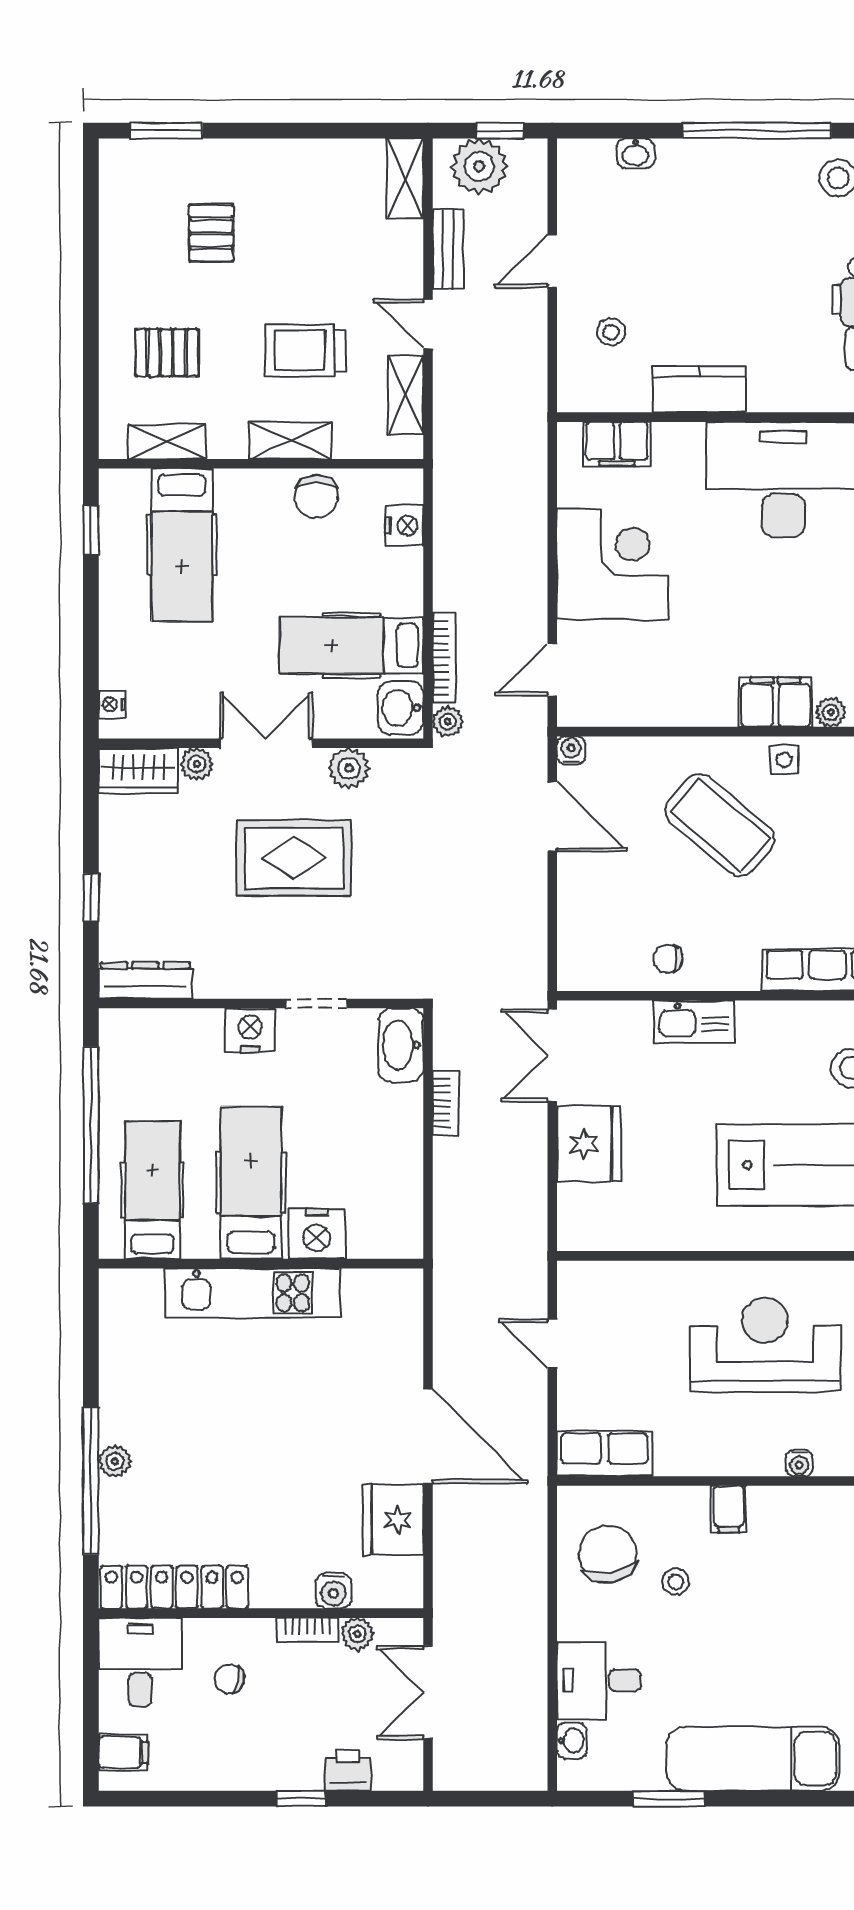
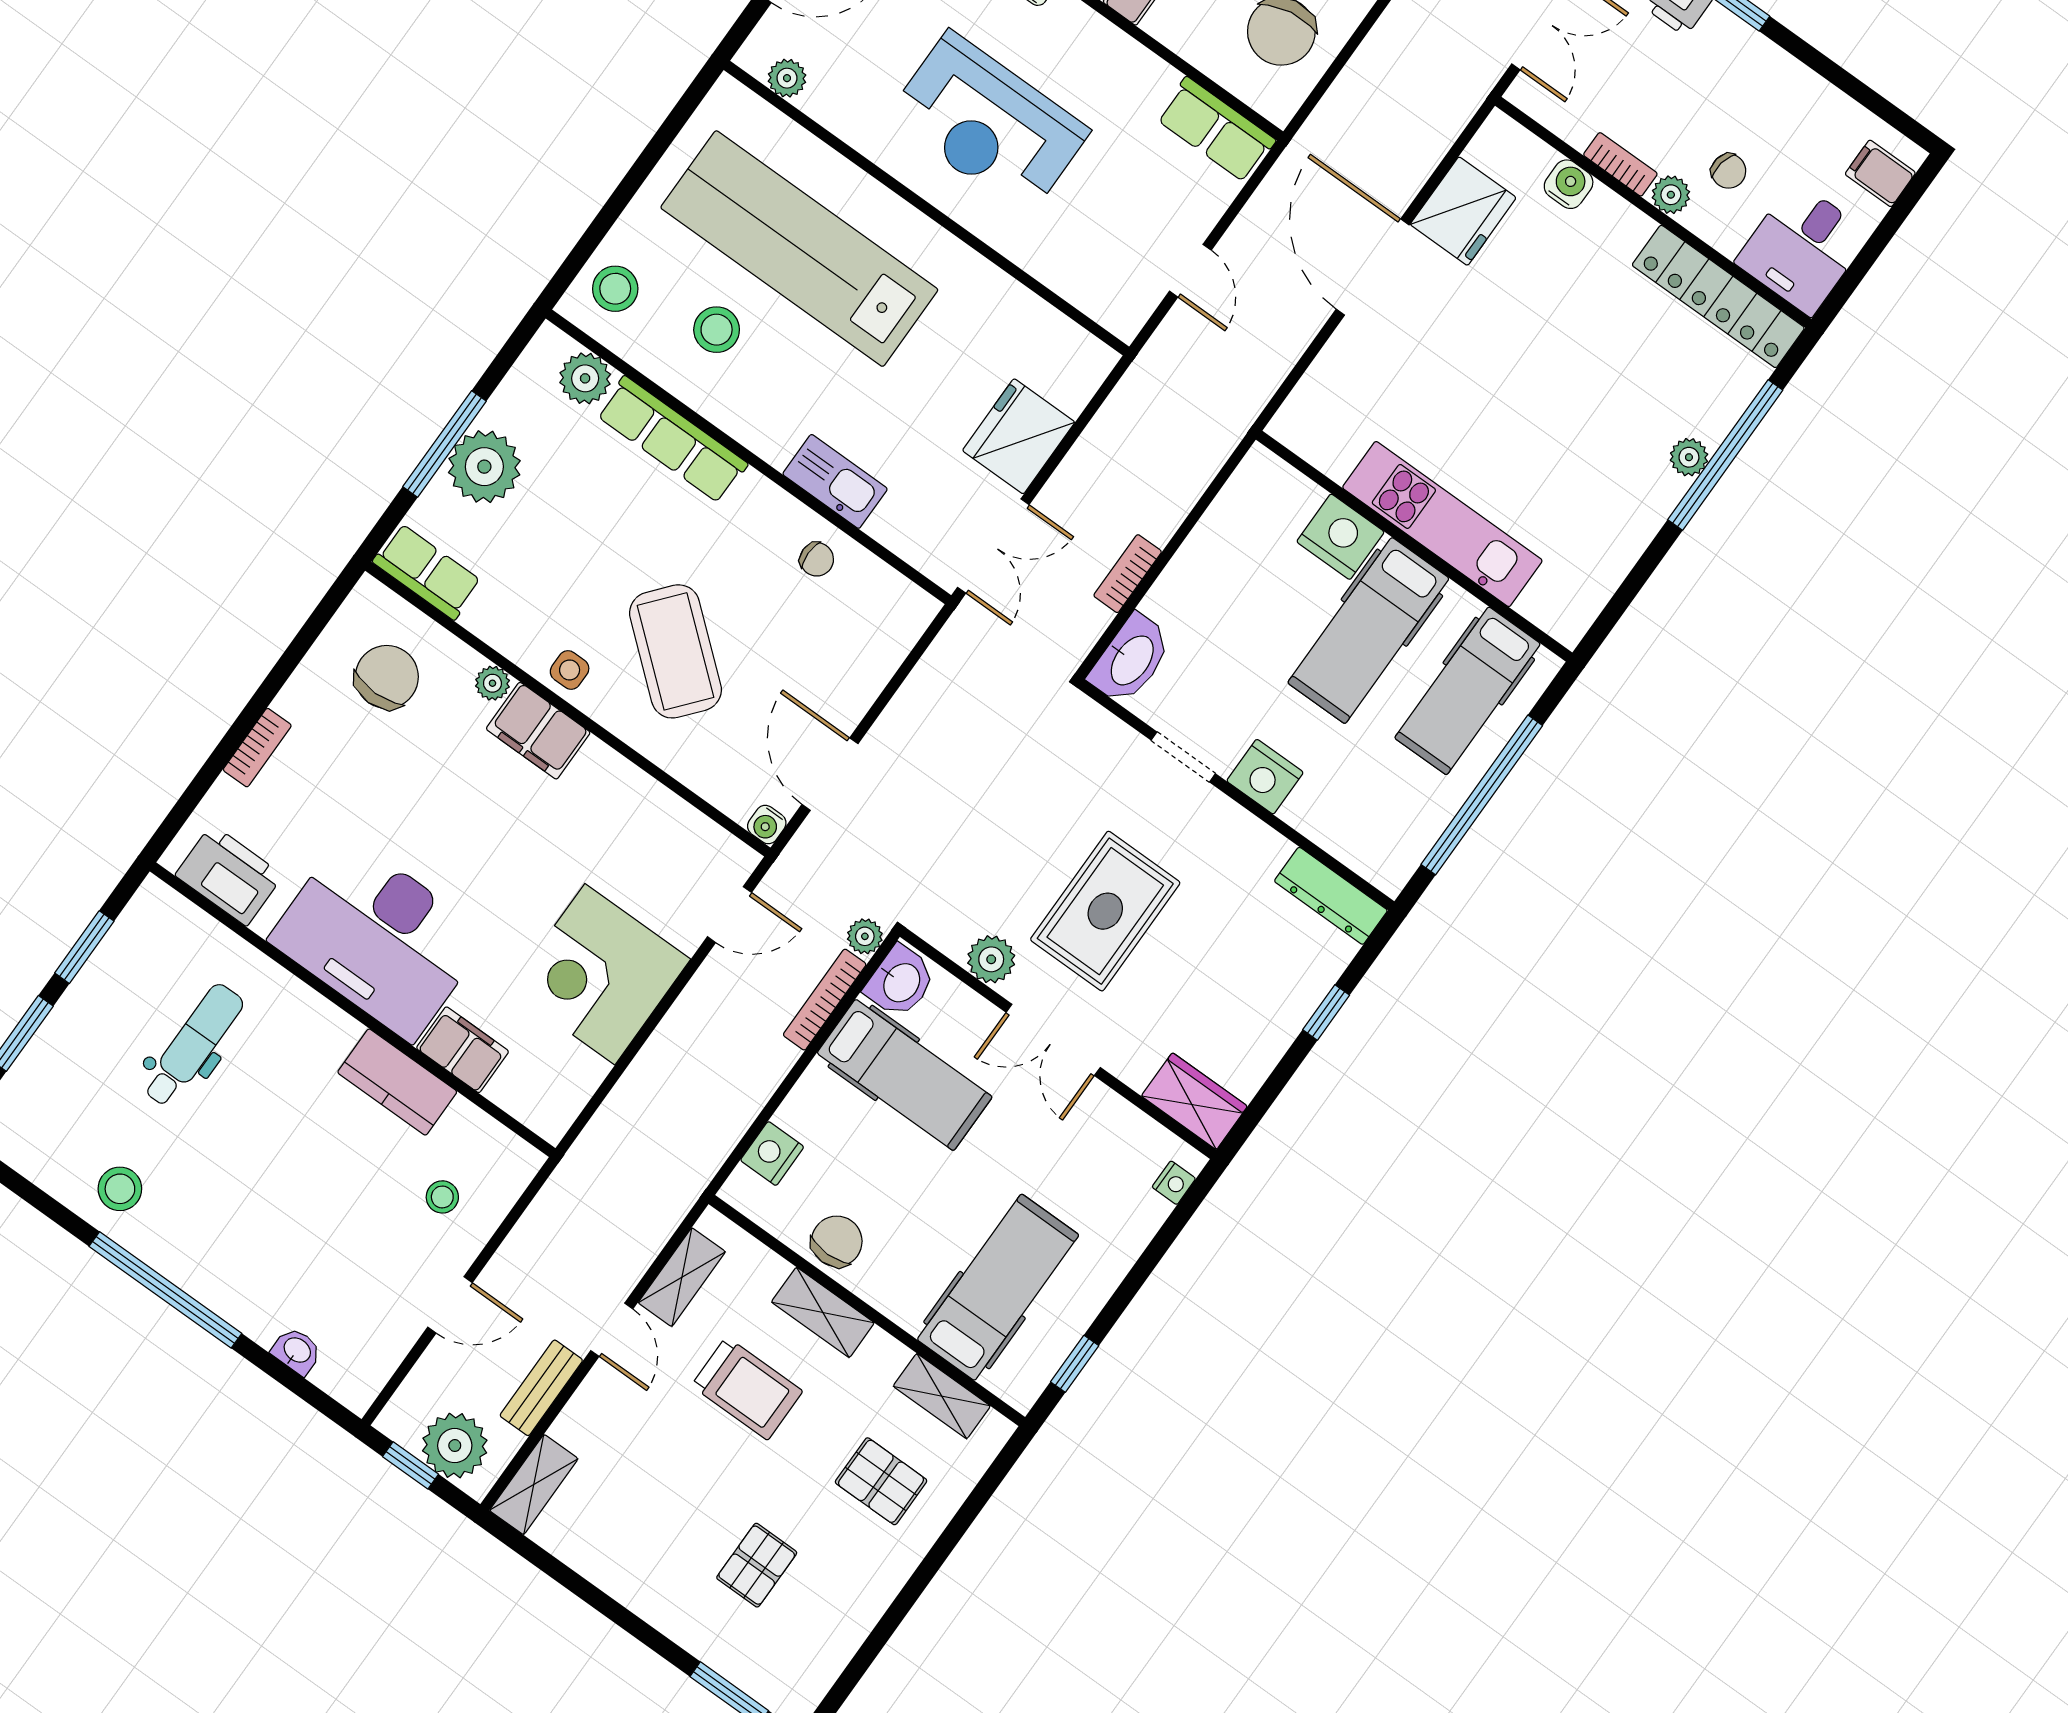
filing cabinet: (617, 444) -> (463, 1050), moved
plant: (197, 764) -> (1134, 1068), removed
rug: (294, 858) -> (1105, 911), turned 90
plant: (357, 1634) -> (1671, 195), moved

